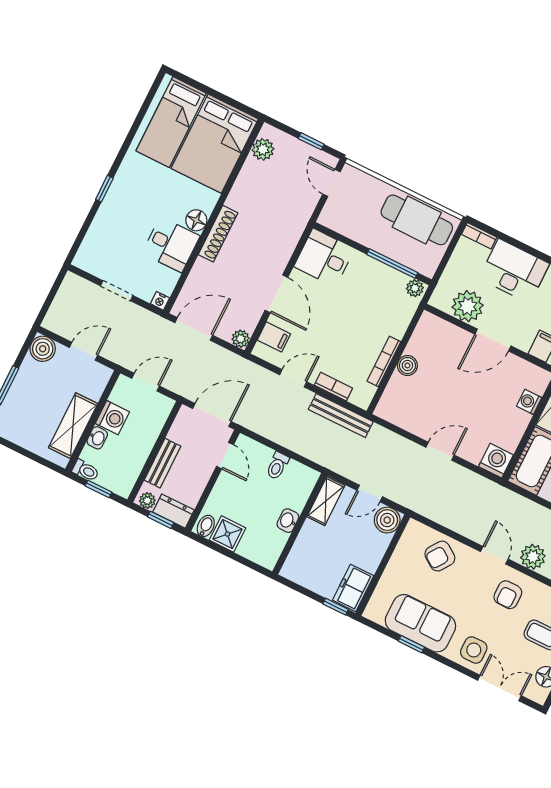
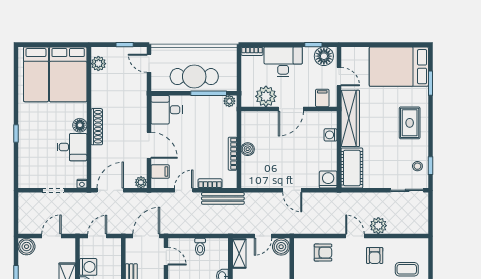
cafe table: (417, 220) -> (194, 77), moved
door: (440, 451) -> (292, 190), swing flipped
armchair: (440, 556) -> (323, 253), turned -125

